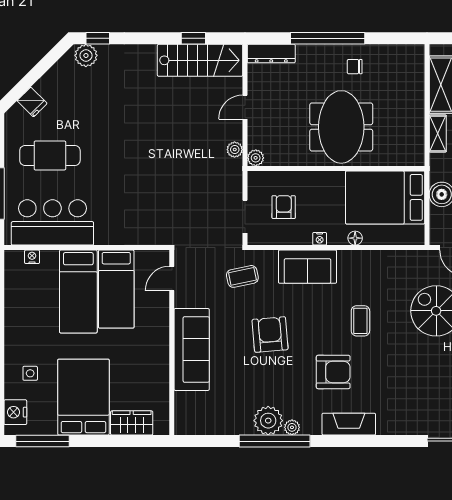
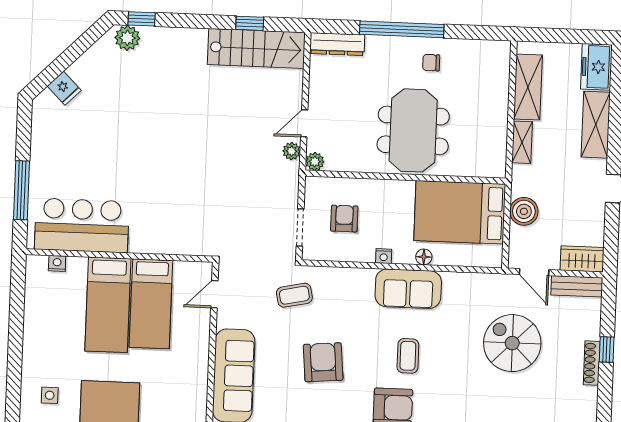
door: (245, 107) -> (304, 123), moved
cafe table: (50, 155) -> (82, 149), removed
sofa: (307, 267) -> (408, 289), moved
coffee table: (360, 321) -> (408, 356), moved

